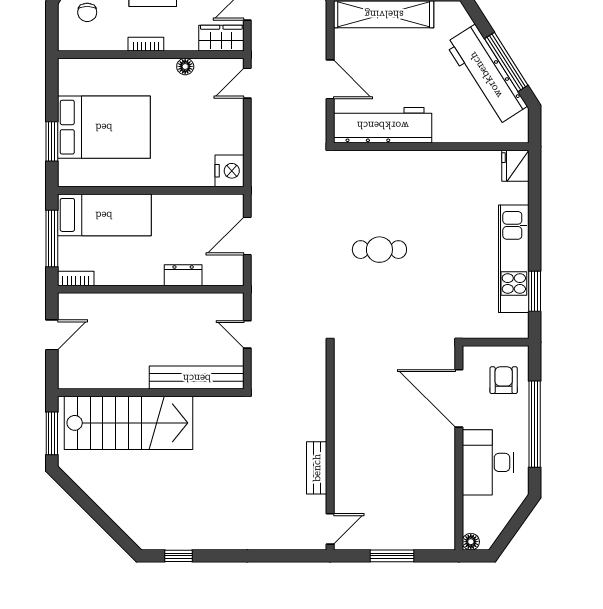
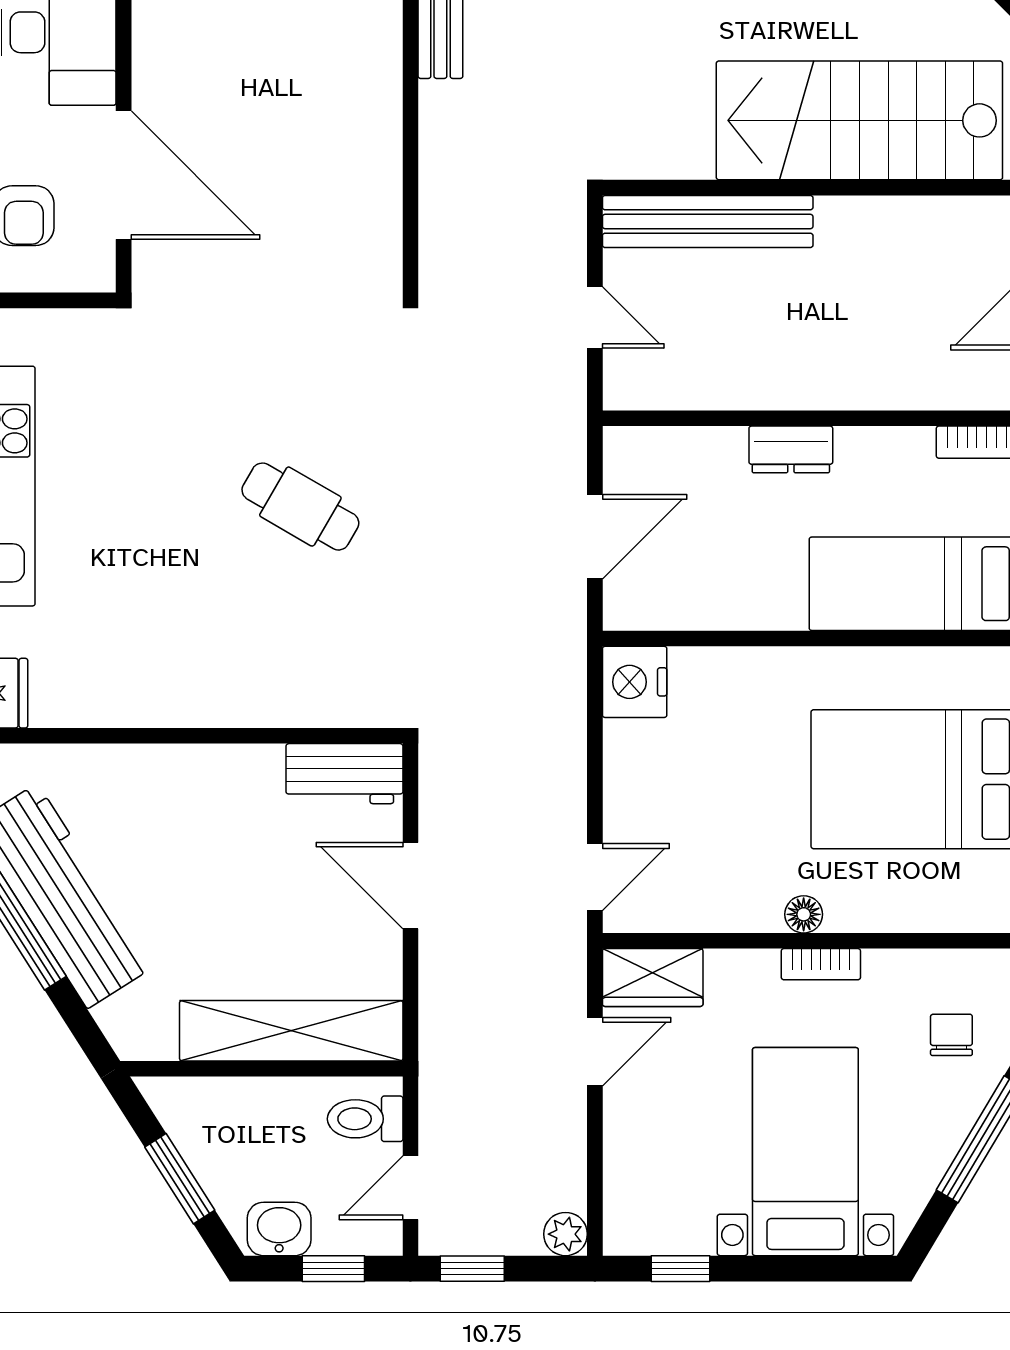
floor lamp: (185, 66) -> (804, 914), moved
workbench: (383, 125) -> (344, 774), width x0.53, depth x0.76
cafe table: (379, 250) -> (300, 507), turned 30
dresser: (183, 275) -> (791, 449), moved

